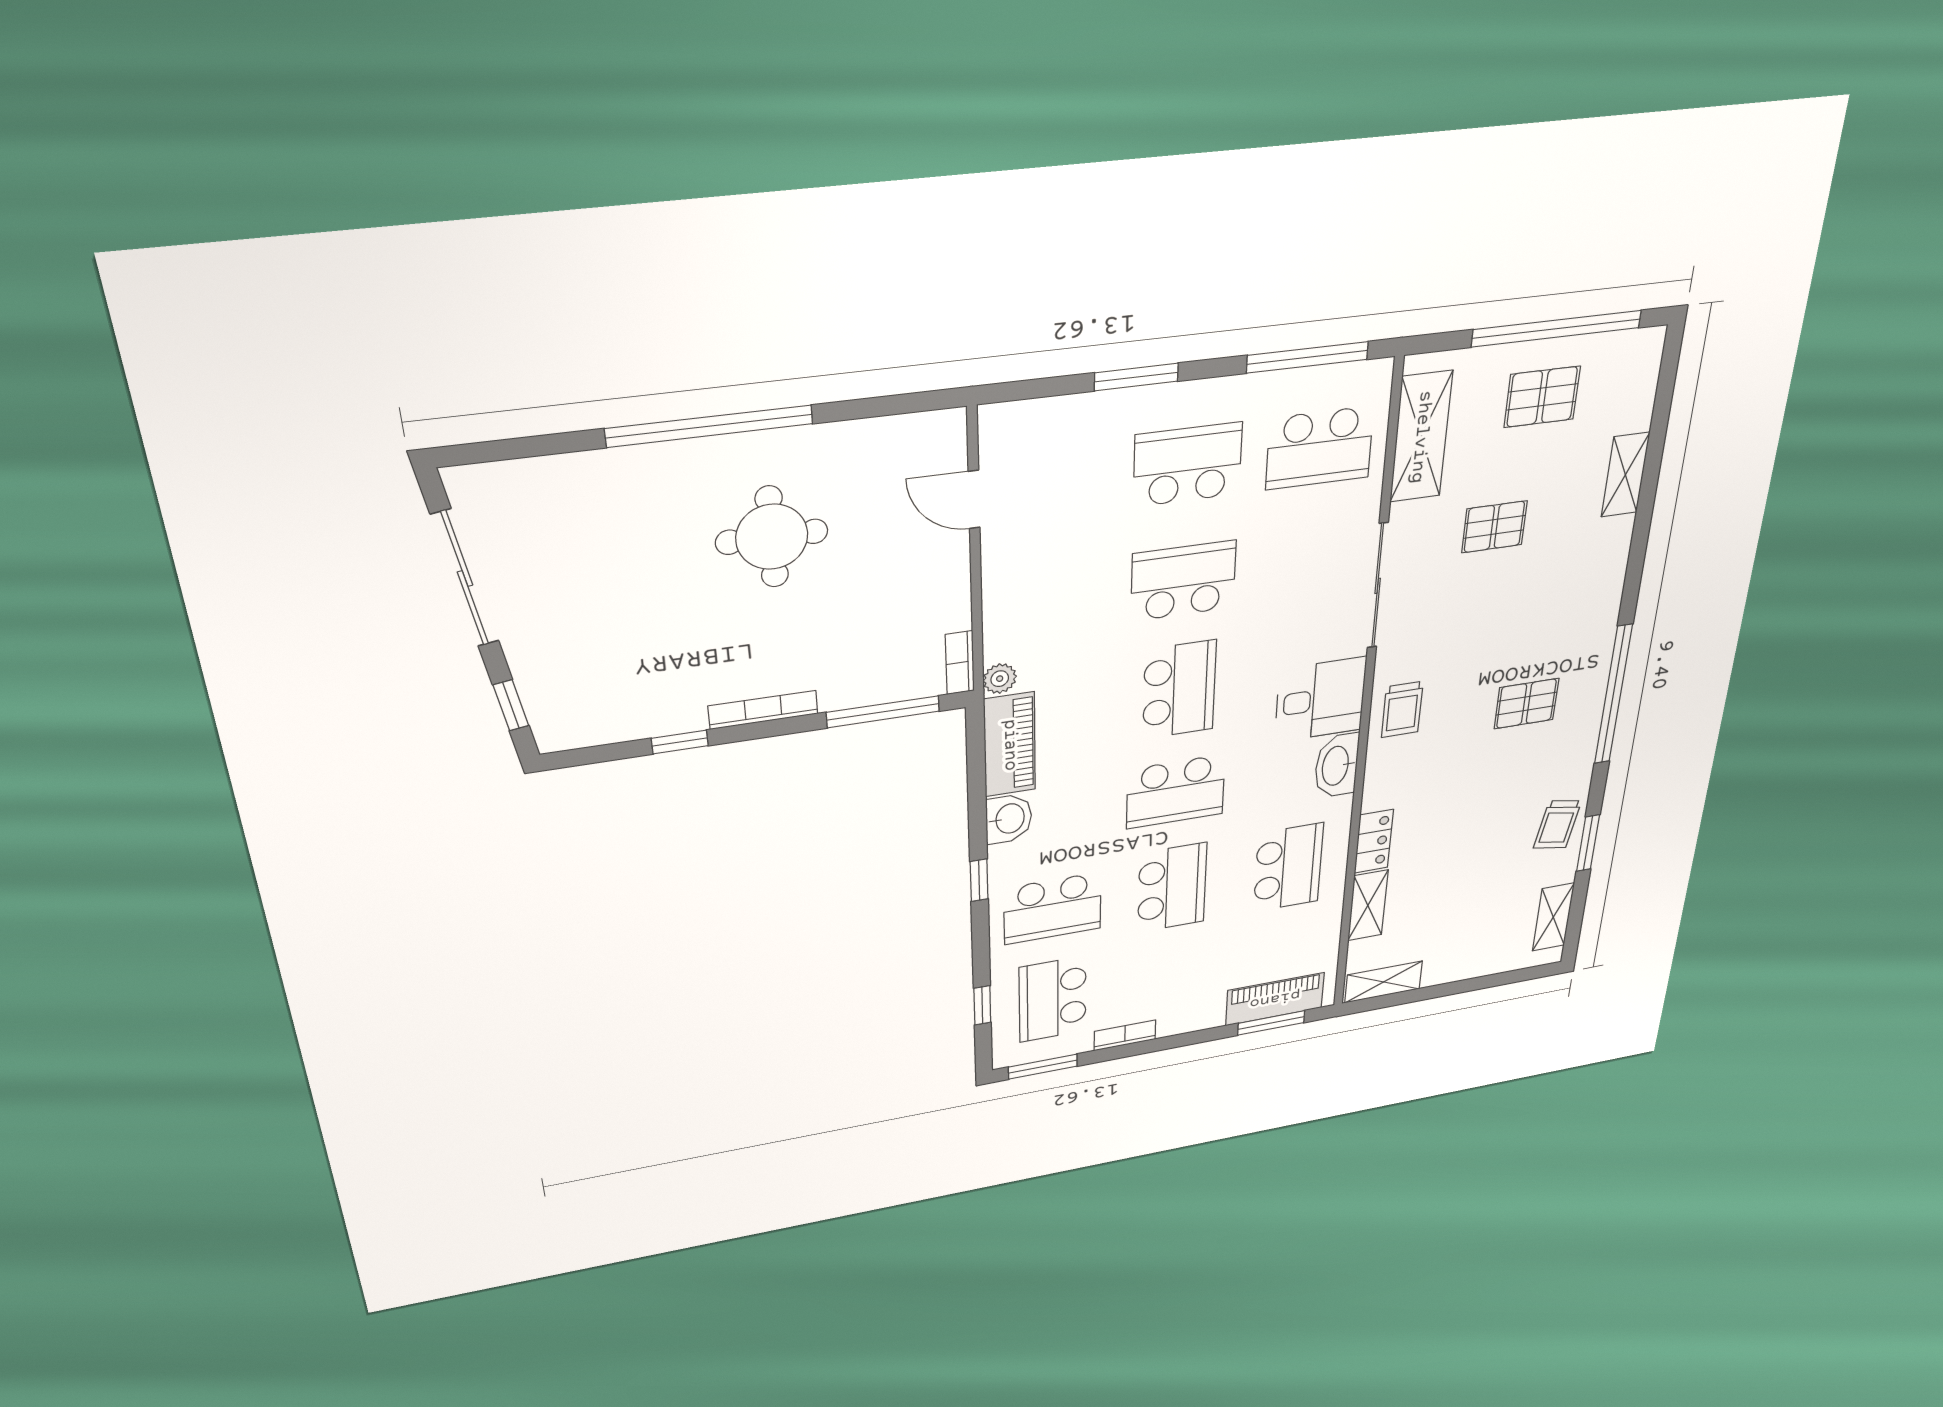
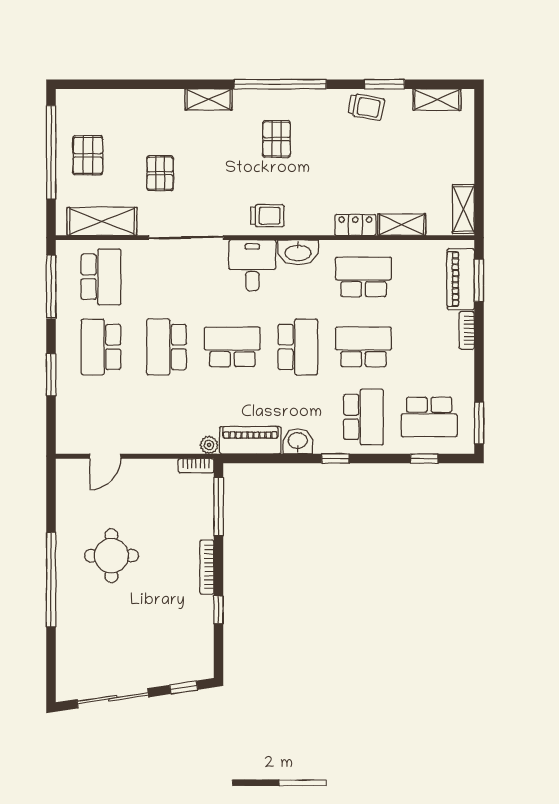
shelving: (1625, 475) -> (209, 99), moved
bookcase: (1125, 1035) -> (467, 330), moved

